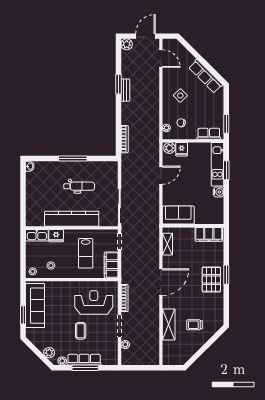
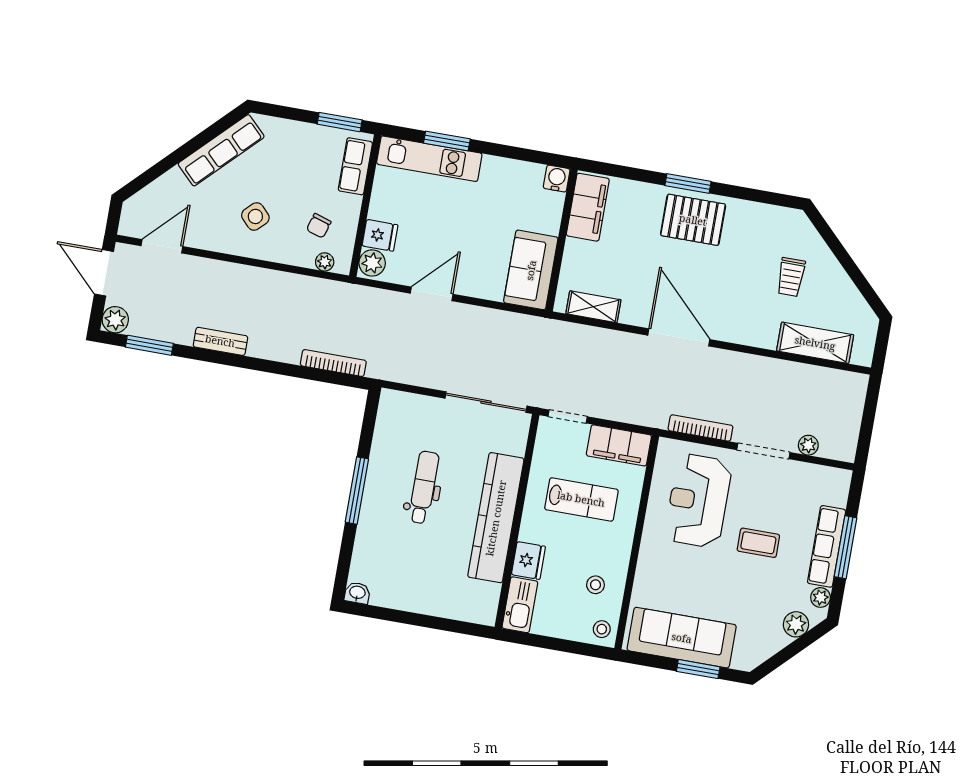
window: (118, 84) -> (149, 345), moved
door: (161, 175) -> (432, 294), hinge flipped
water cooler: (219, 192) -> (557, 179), moved
shelving: (169, 324) -> (815, 343), moved

